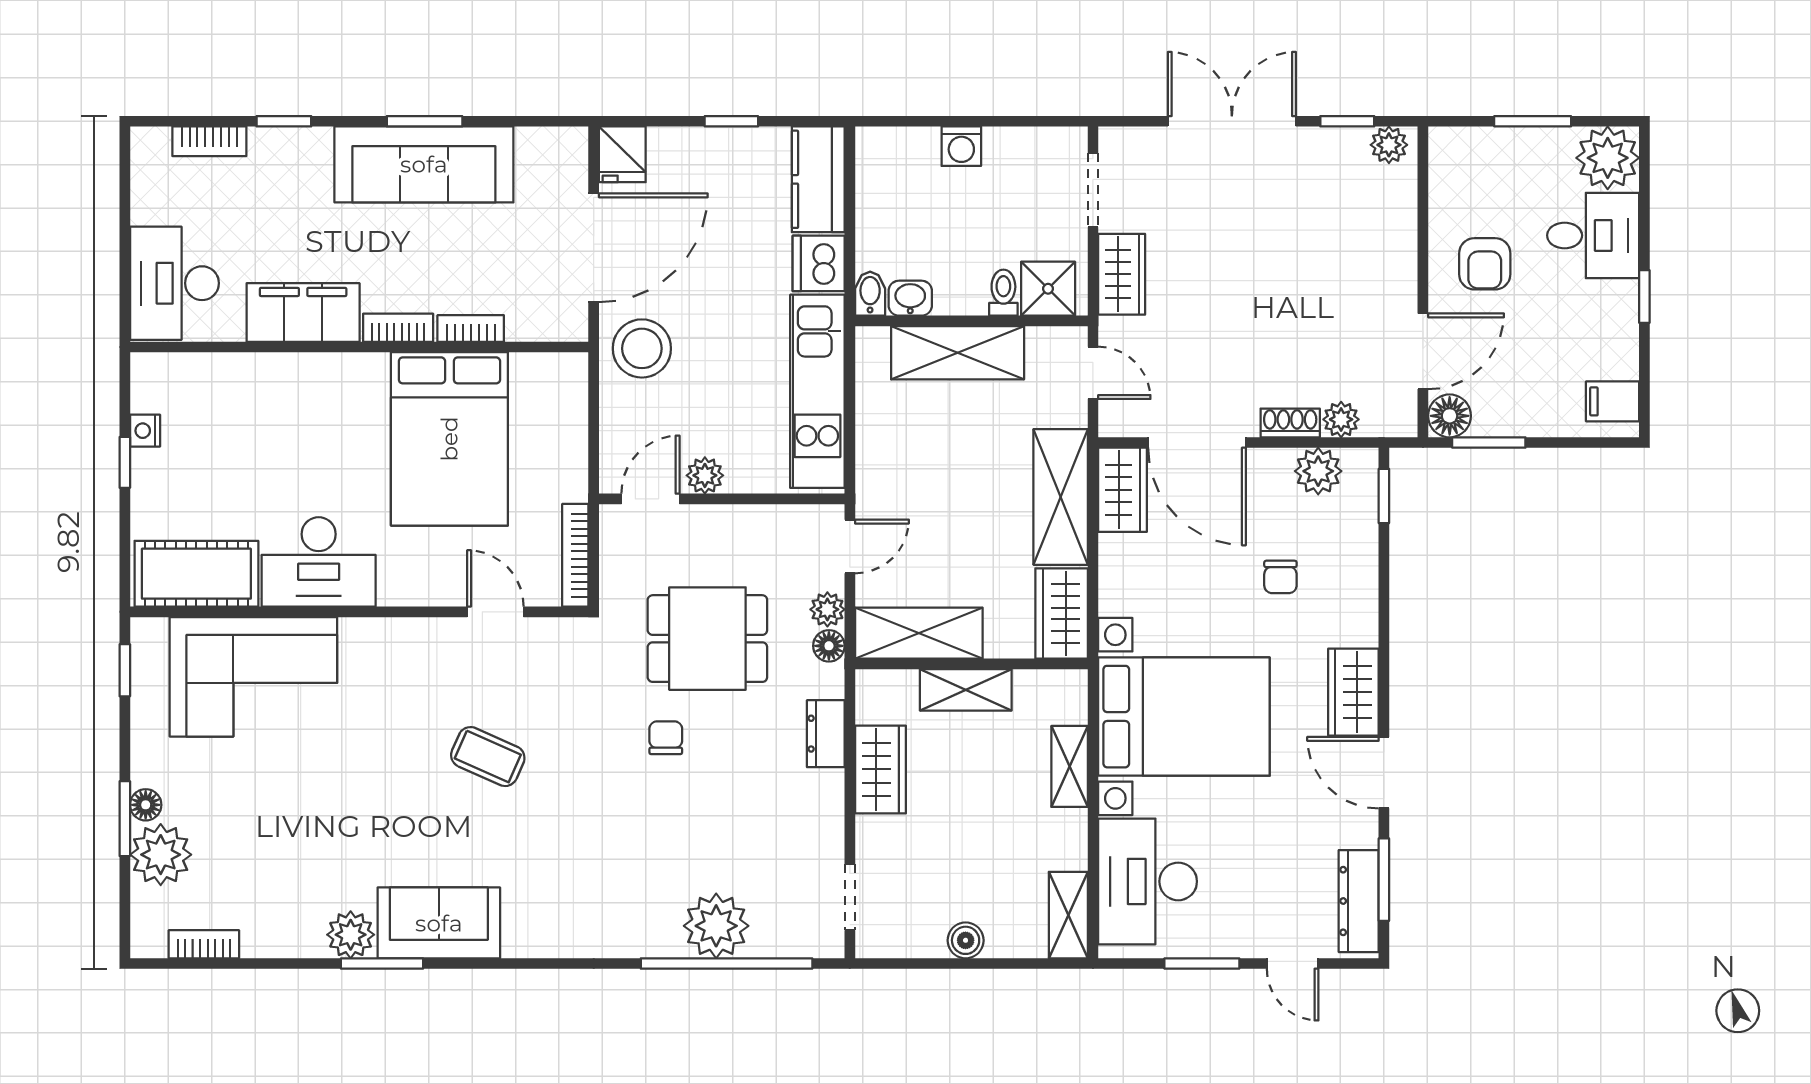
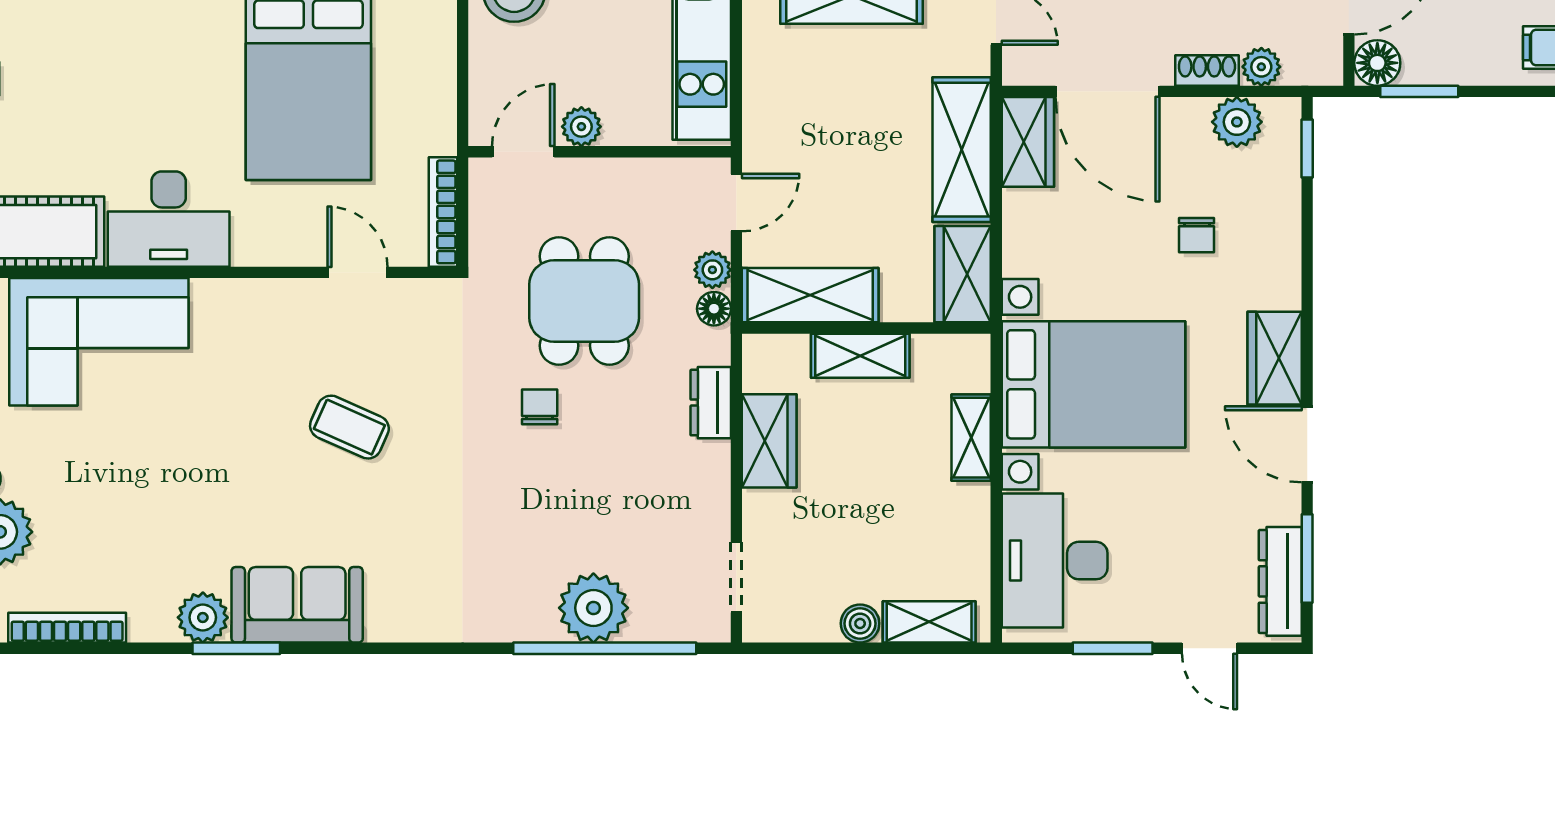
dining table: (707, 639) -> (584, 301), turned 90
shelving: (1068, 915) -> (929, 622), moved, turned 90
bookcase: (204, 944) -> (67, 628), width x1.56

